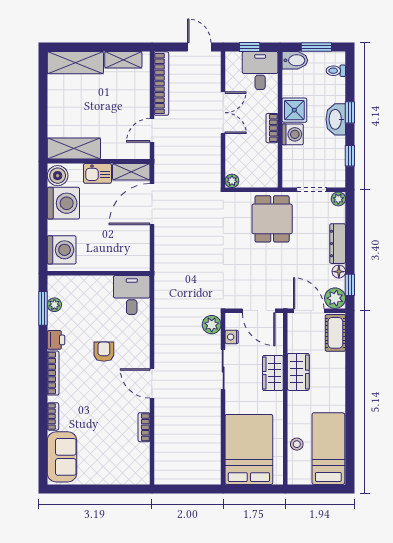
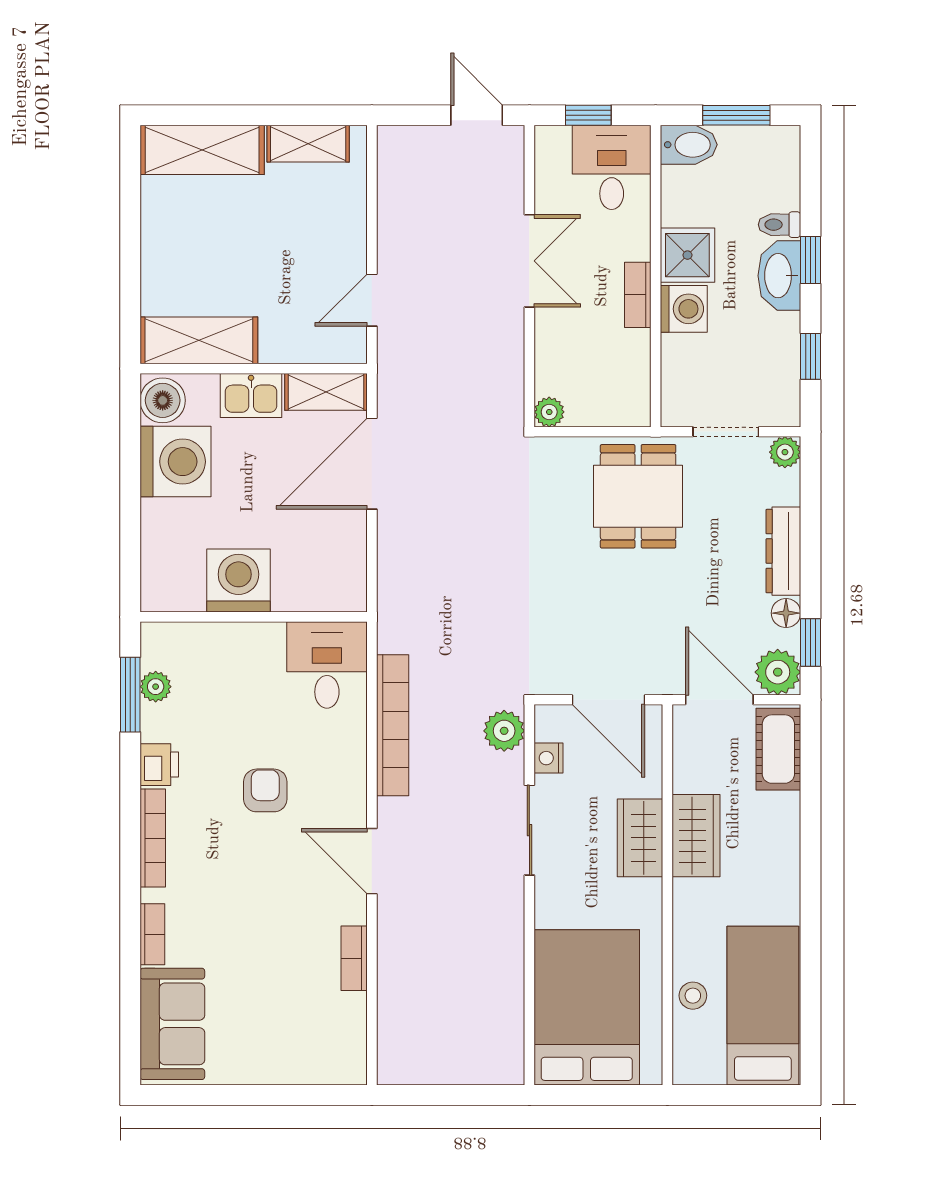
toilet: (336, 71) -> (779, 225), moved
bookcase: (161, 84) -> (393, 725), moved
washing machine: (62, 250) -> (238, 581), moved, turned -90

